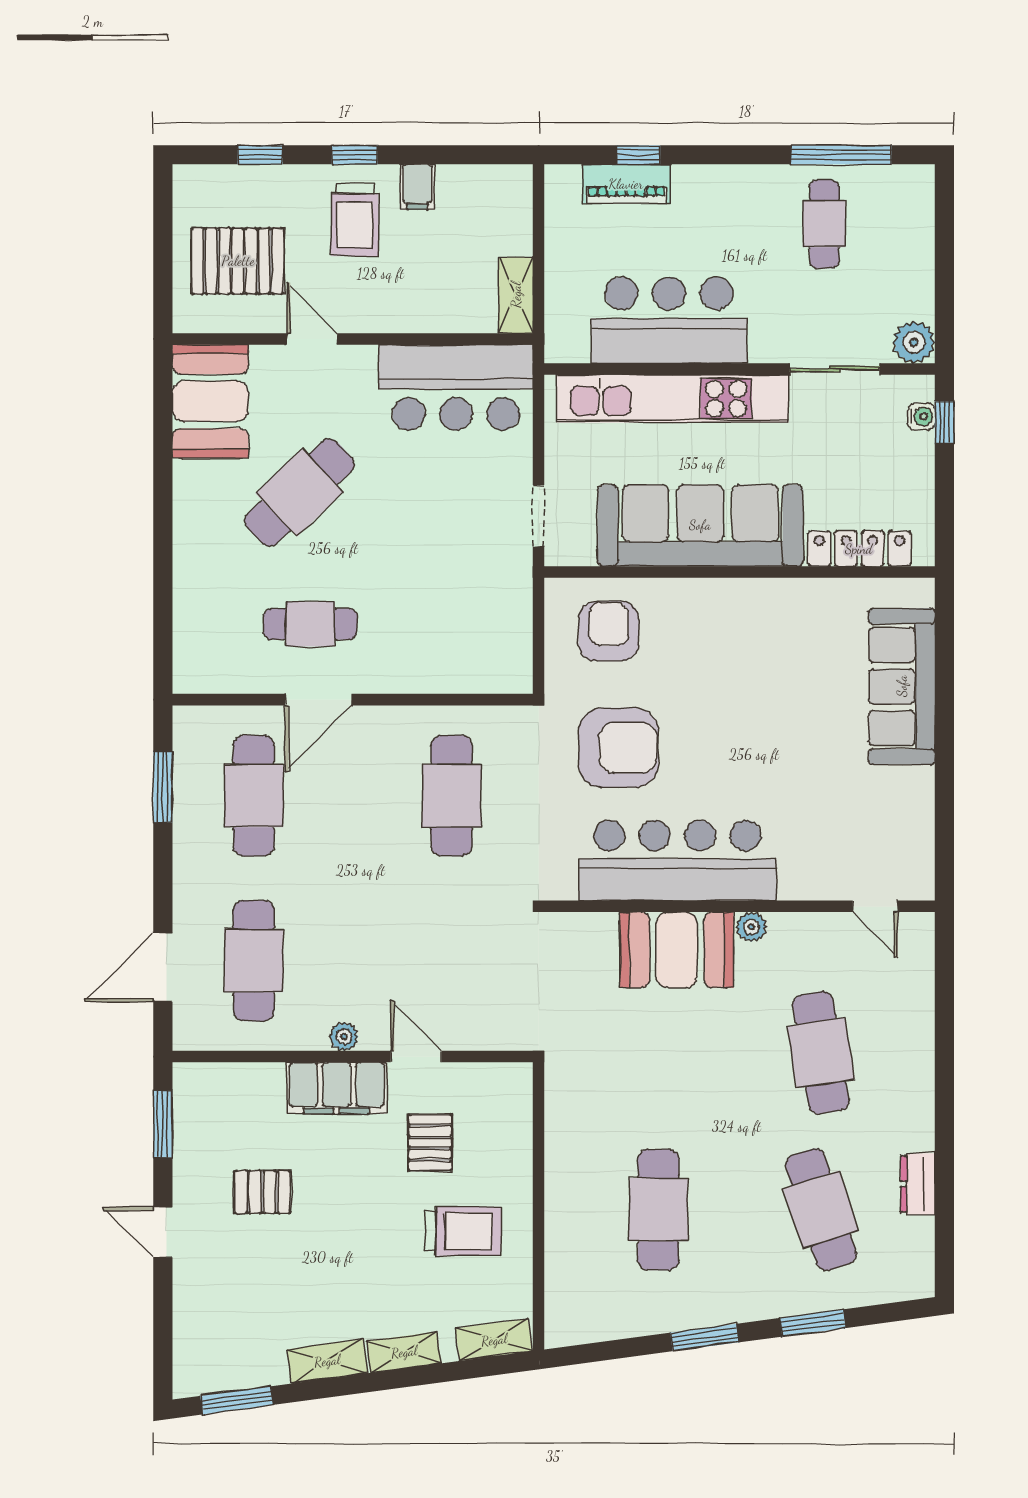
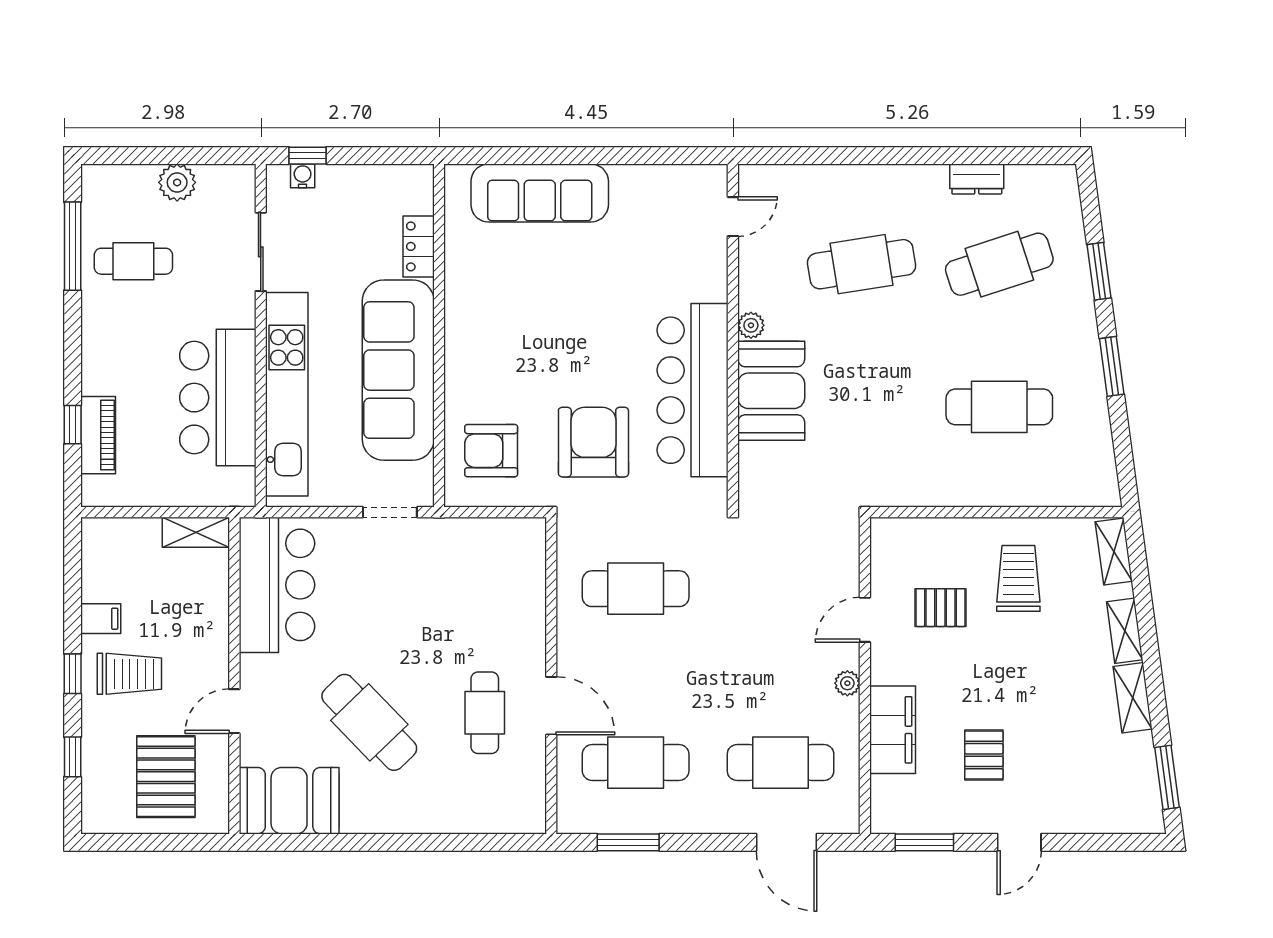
plant: (914, 342) -> (177, 182), moved
locker: (859, 549) -> (419, 246), width x0.66
filing cabinet: (337, 1088) -> (893, 730), moved

